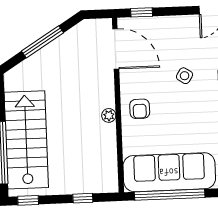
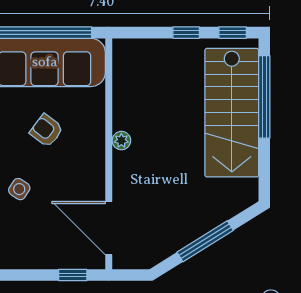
armchair: (140, 109) -> (46, 131), moved, turned -53
window: (83, 198) -> (186, 33), moved

